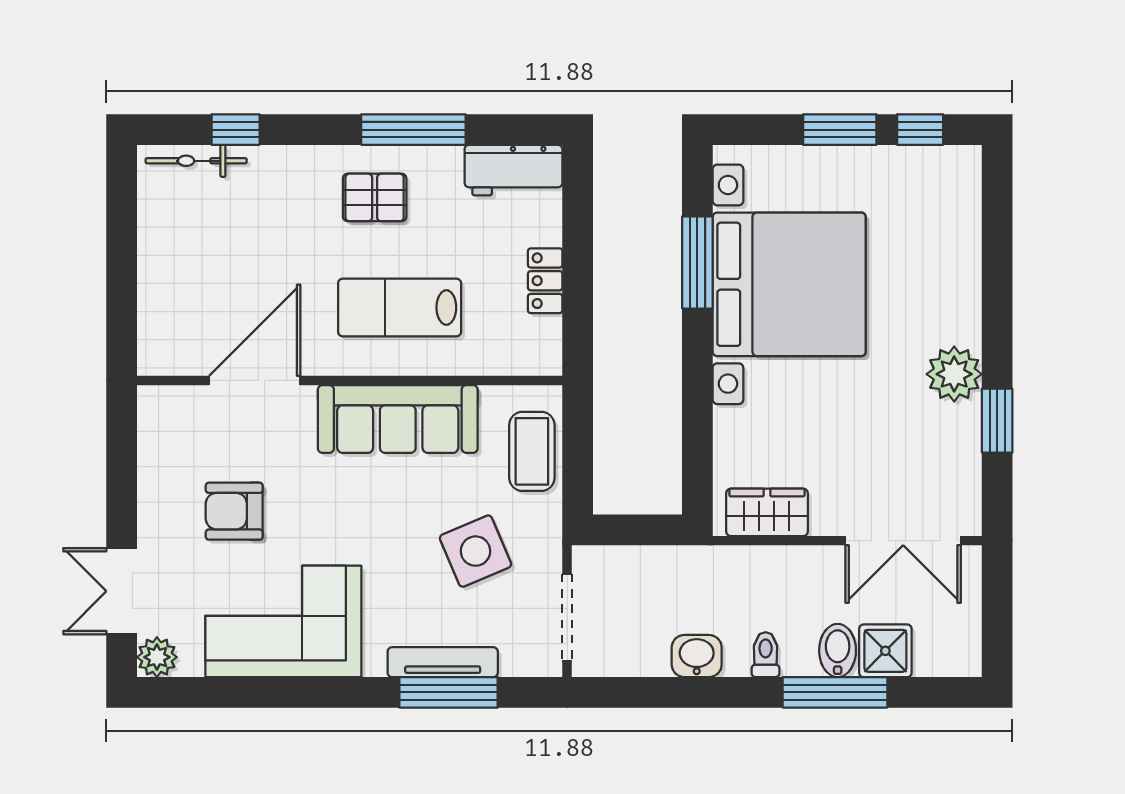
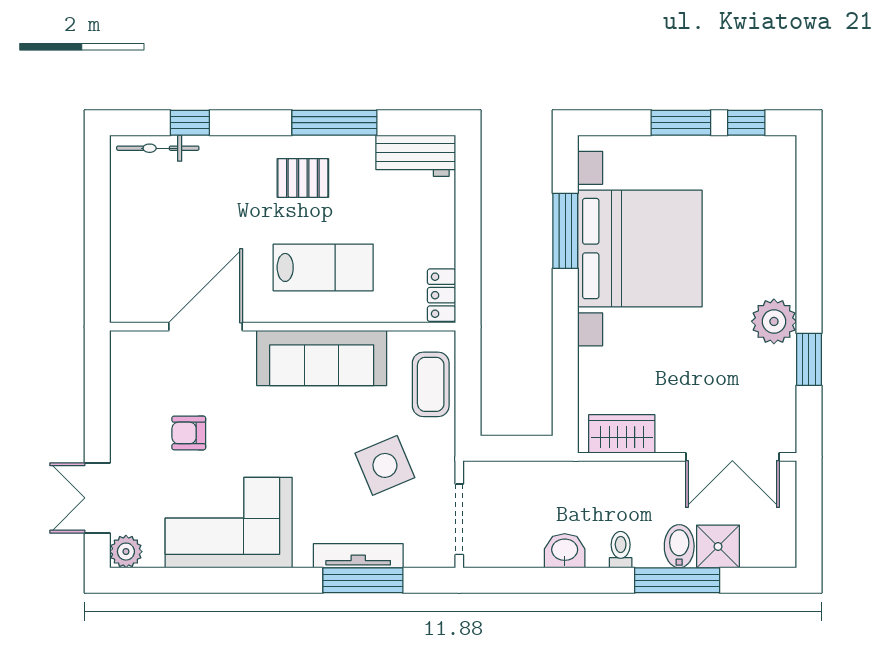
locker: (545, 281) -> (442, 295), moved
lab bench: (400, 308) -> (323, 267), turned 180
armchair: (234, 511) -> (189, 433), width x0.72, depth x0.72

